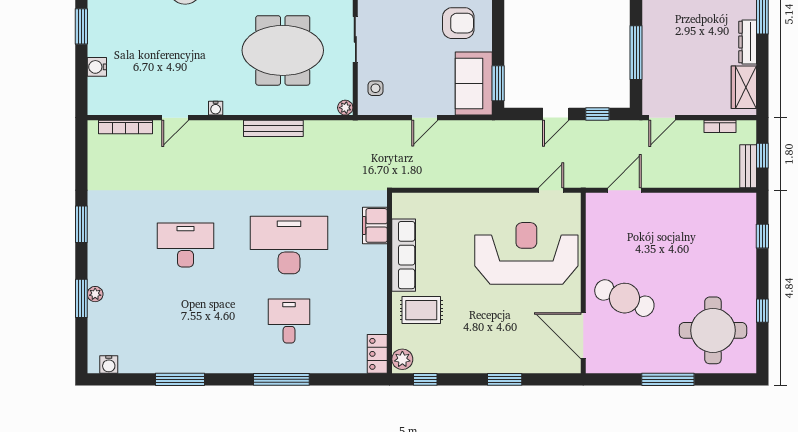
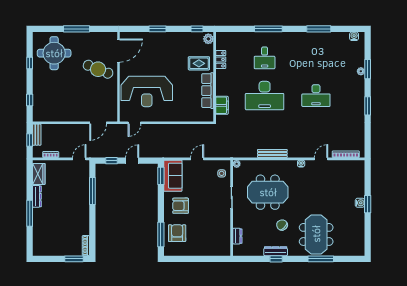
water cooler: (97, 67) -> (360, 203), moved
door: (583, 336) -> (119, 51), hinge flipped
locker: (377, 354) -> (221, 59), moved

